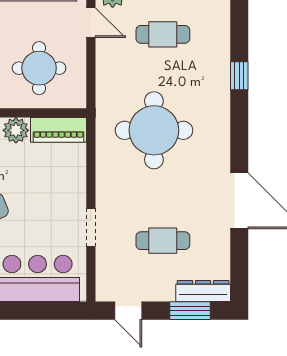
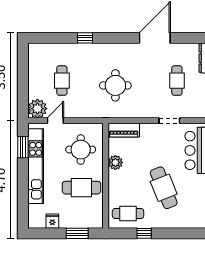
piano: (59, 130) -> (124, 130), moved, turned 90
round table: (154, 130) -> (115, 85), width x0.73, depth x0.73

